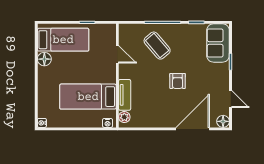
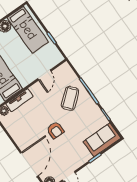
armchair: (178, 81) -> (55, 130), turned -90
door: (193, 129) -> (29, 164), hinge flipped

